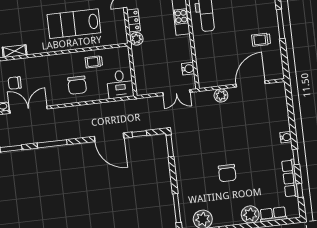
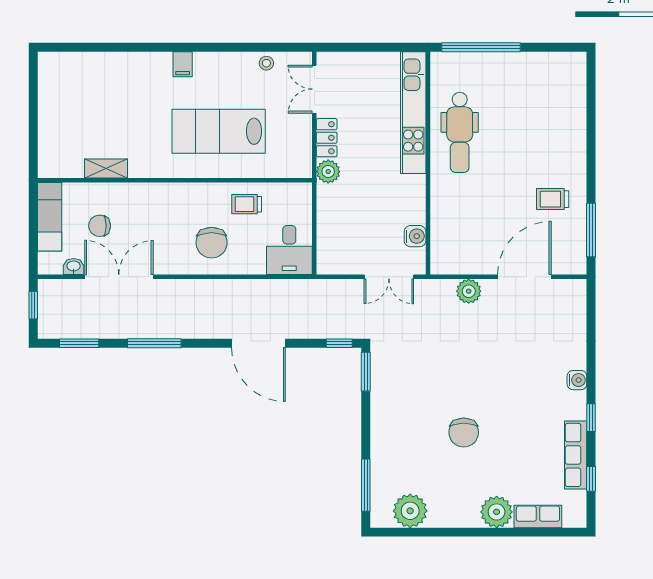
window: (281, 24) -> (591, 230), moved
window: (139, 134) -> (339, 343), moved

